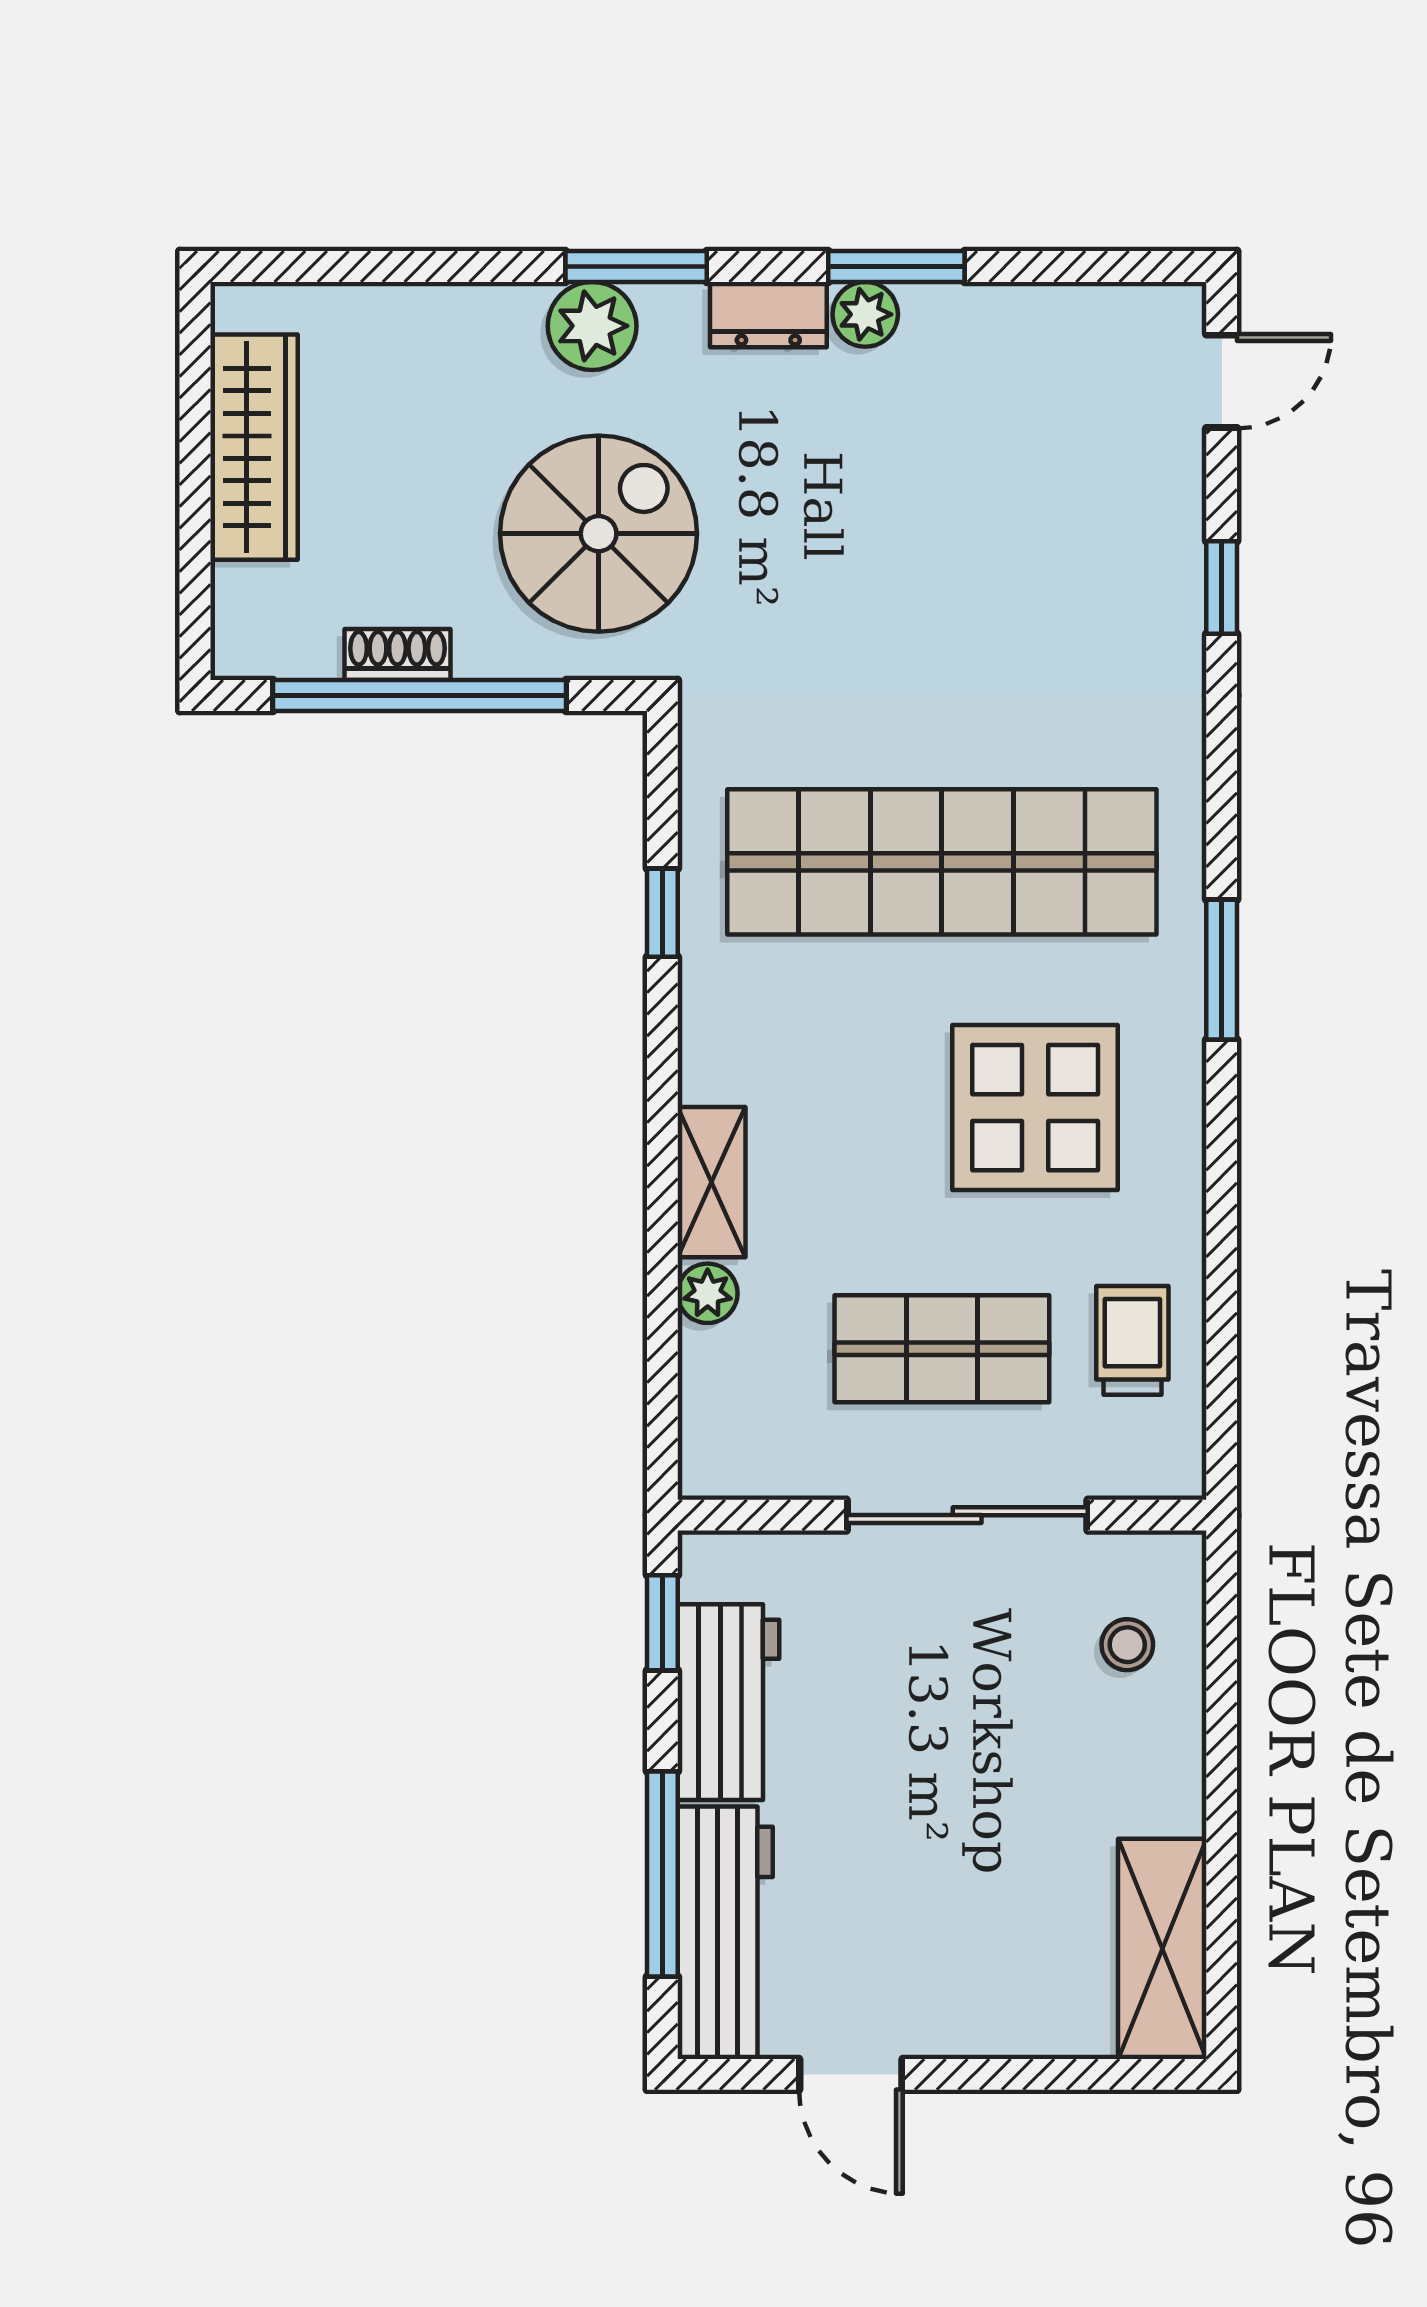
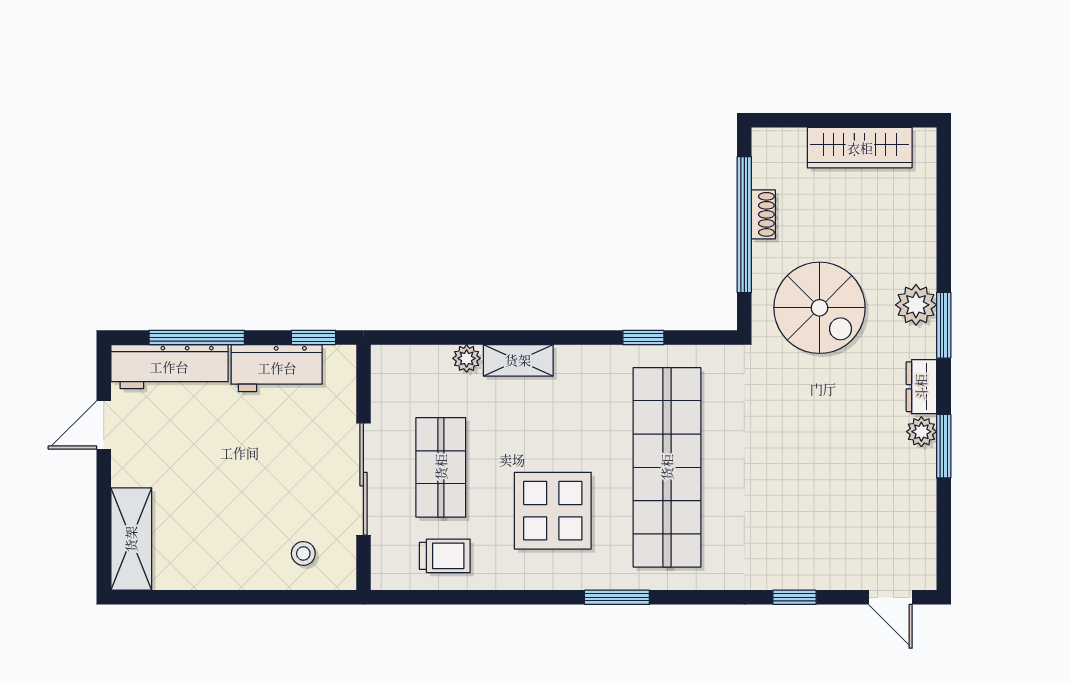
shelving: (1162, 1949) -> (131, 539), moved, turned 90

